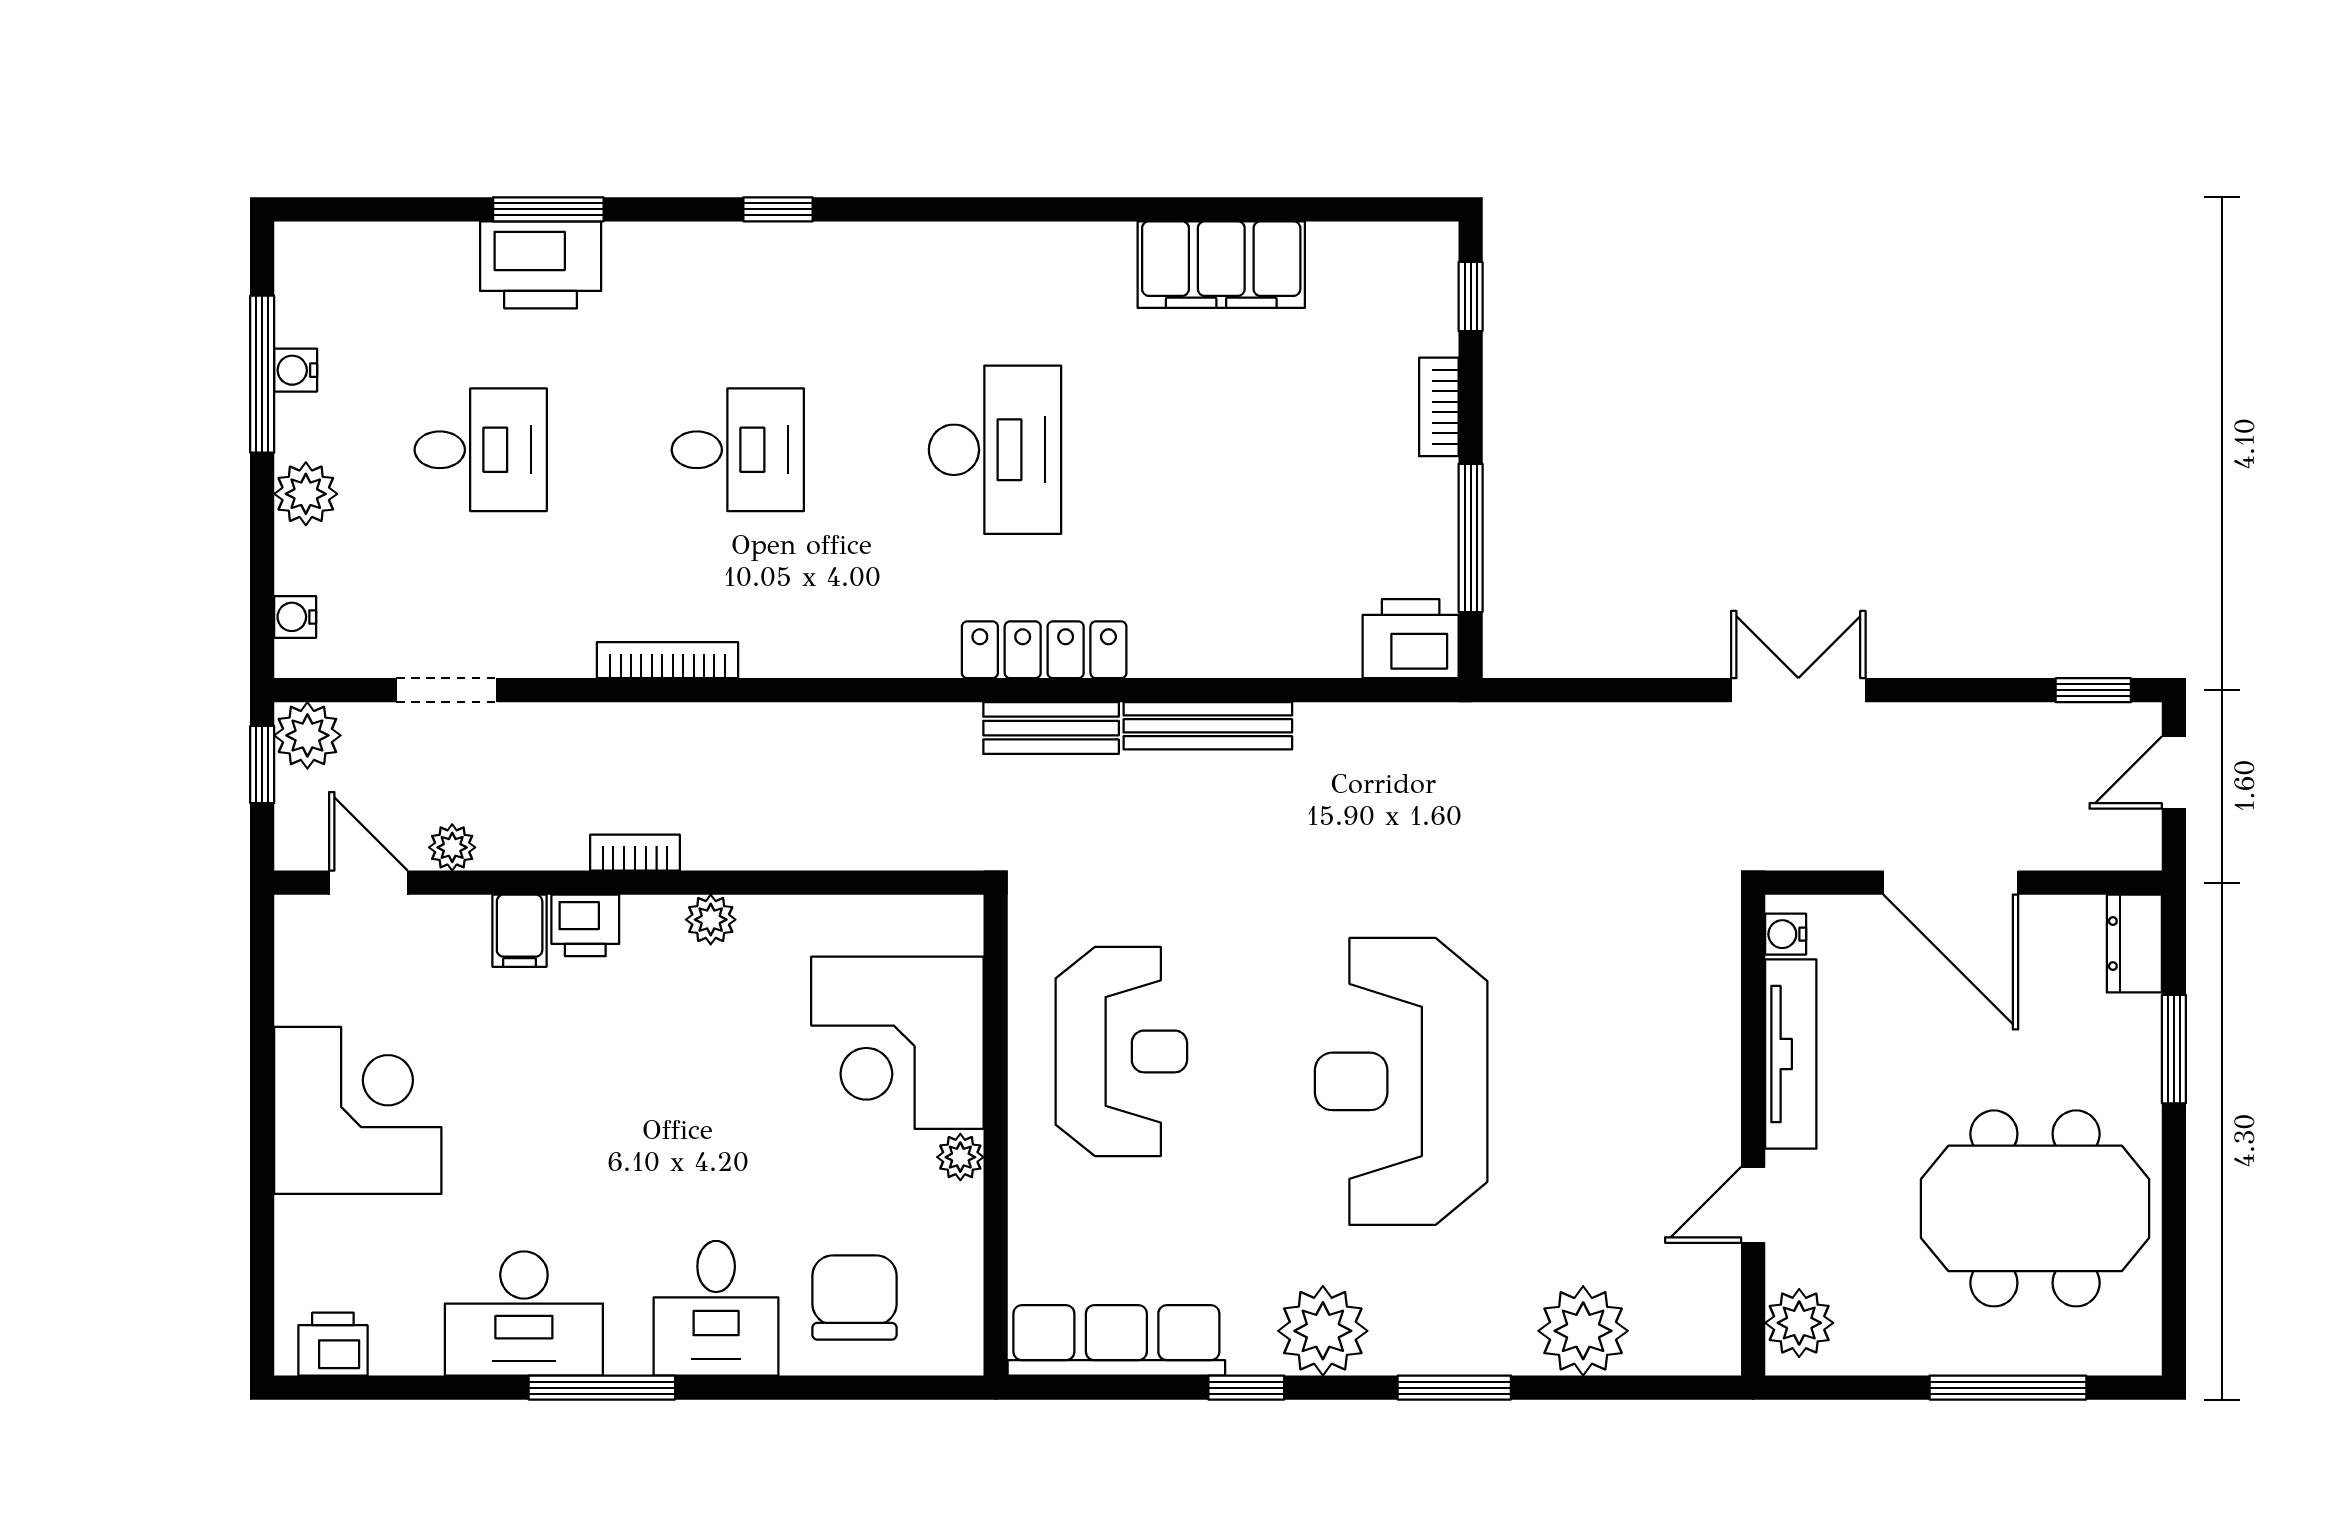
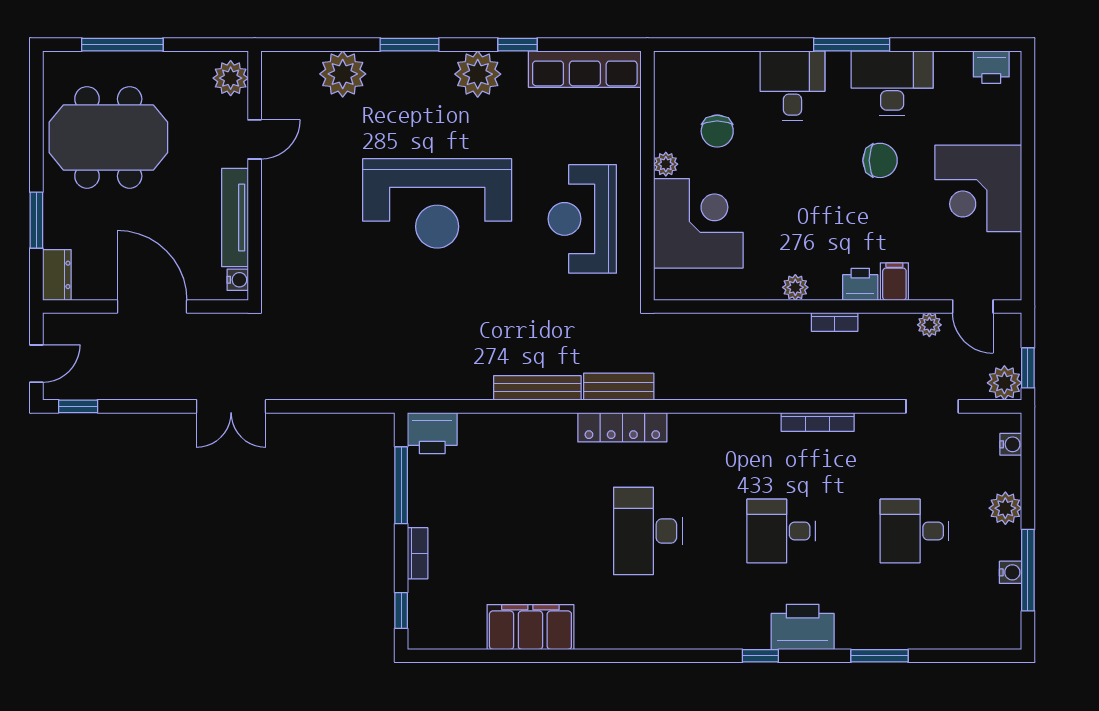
printer: (541, 265) -> (803, 627), moved
reception desk: (1401, 1081) -> (437, 203), turned 90
chair: (547, 1164) -> (880, 160), added
chair: (855, 1298) -> (717, 131), moved, width x0.73, depth x0.73

